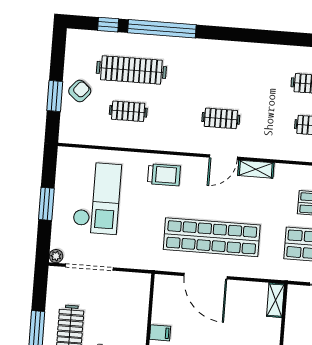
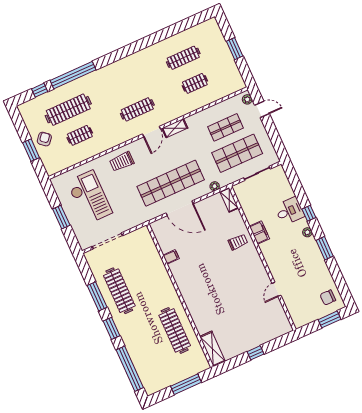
clothes rail: (221, 118) -> (137, 109), width x1.36
trolley: (164, 175) -> (122, 162), turned 180
plant: (56, 256) -> (215, 186), moved

